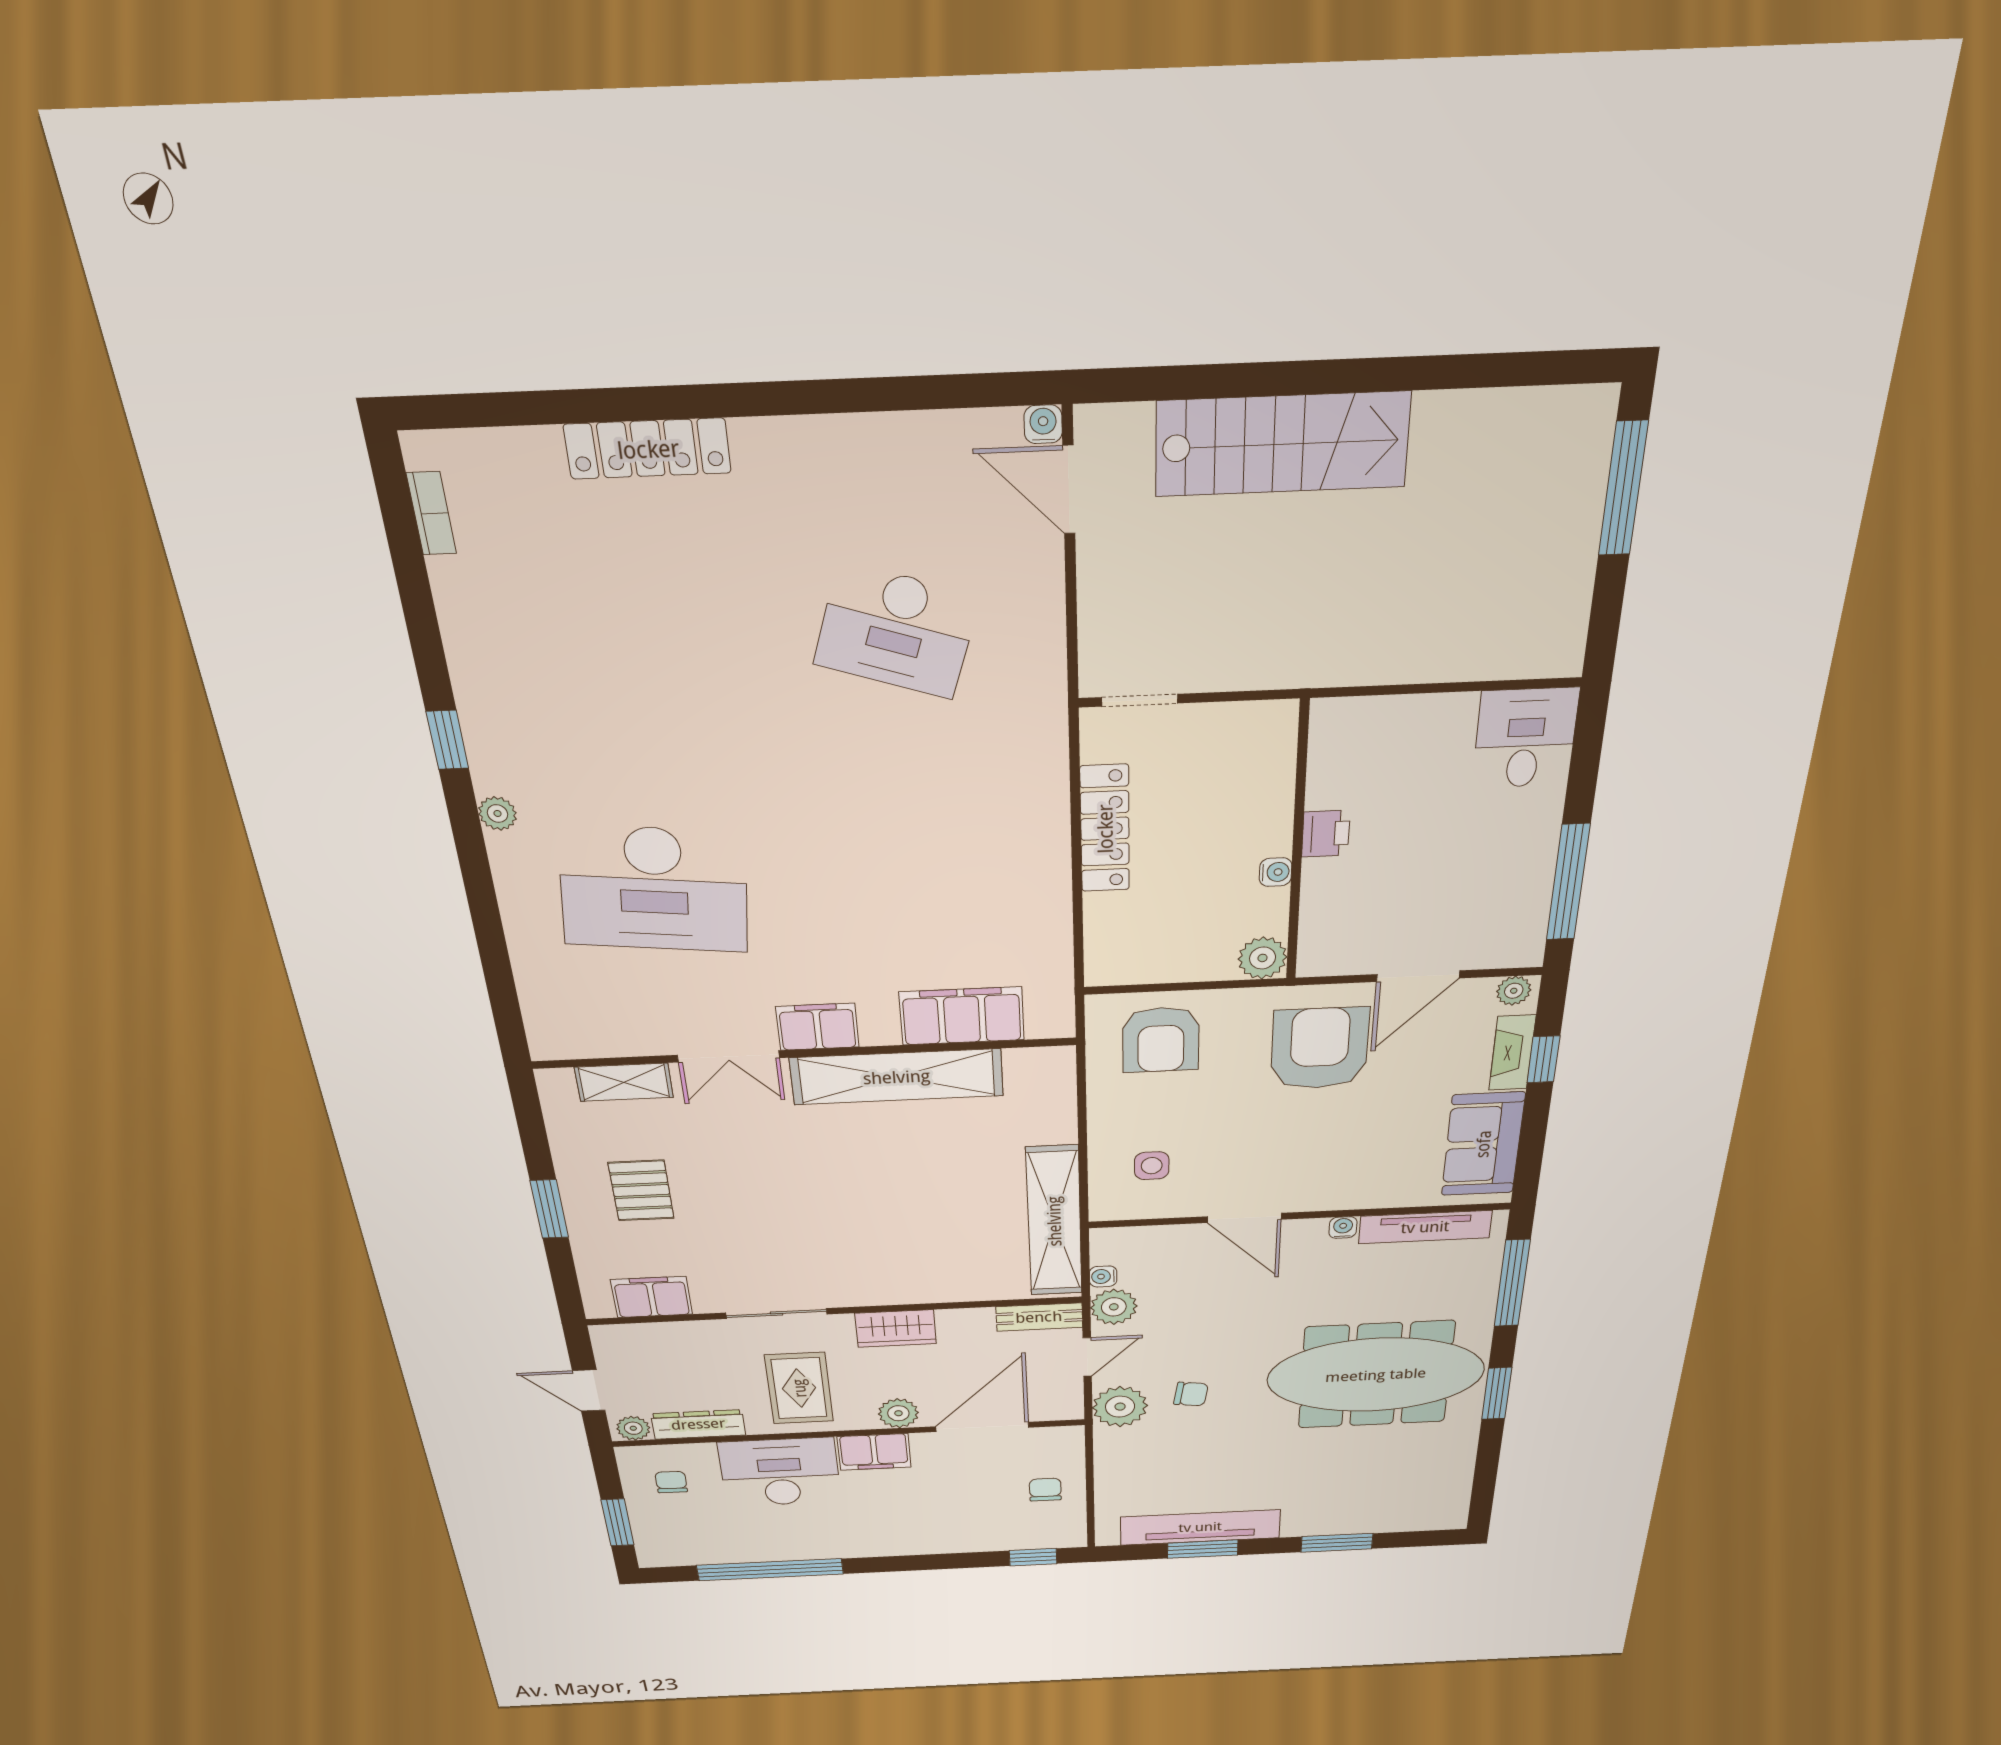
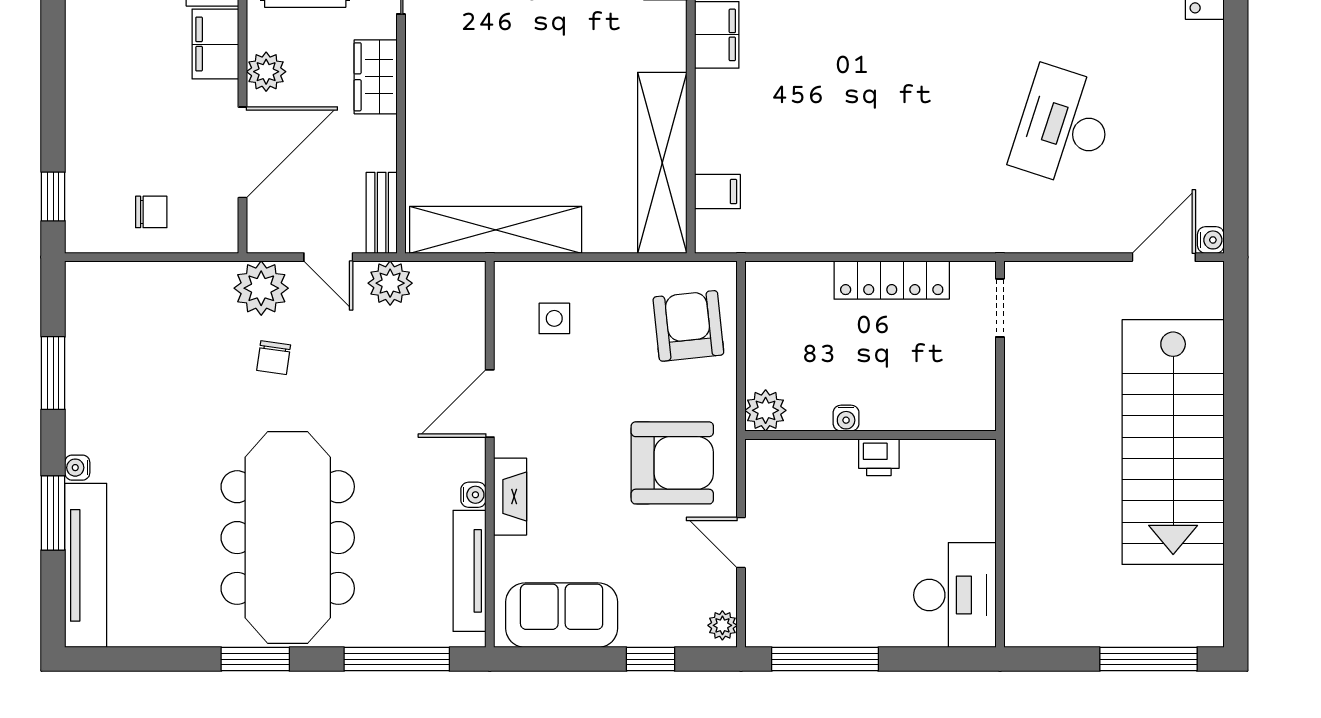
stairs: (1282, 444) -> (1173, 442), width x1.36, depth x1.51
desk: (1525, 738) -> (955, 595), width x1.37
door: (1418, 976) -> (741, 543), width x0.73
filing cabinet: (962, 1016) -> (717, 192), width x0.33, depth x0.86
armchair: (1161, 1040) -> (688, 326), turned 84
fireplace: (1512, 1053) -> (510, 497), moved, turned 90
shelving: (897, 1077) -> (662, 163), moved
water cooler: (1103, 1276) -> (77, 468), moved, turned -90
door: (982, 1427) -> (242, 152), hinge flipped
tv unit: (1200, 1527) -> (86, 565), moved

